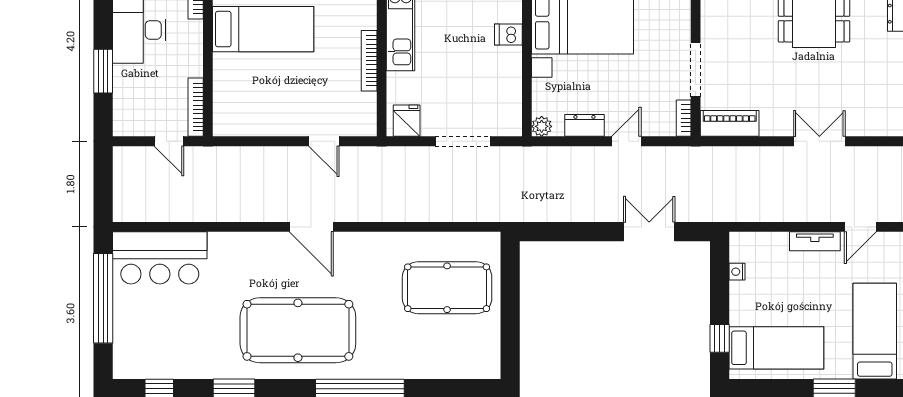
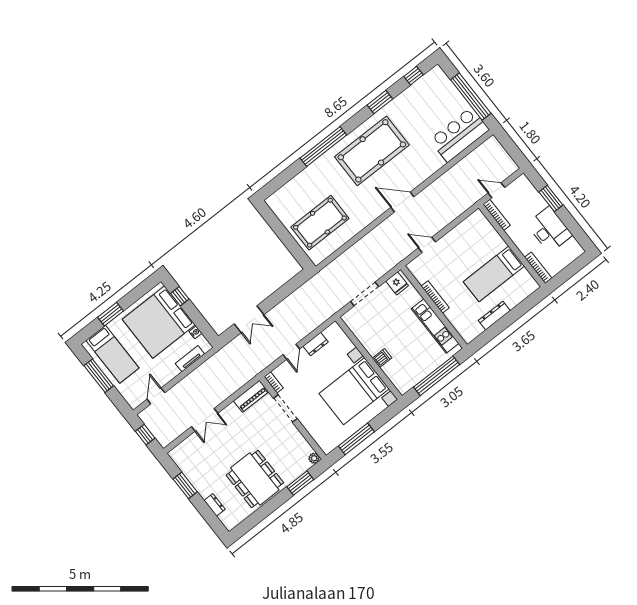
plant: (542, 126) -> (334, 329), removed
tv unit: (815, 241) -> (190, 359), moved
bed: (776, 348) -> (159, 322), width x2.04

